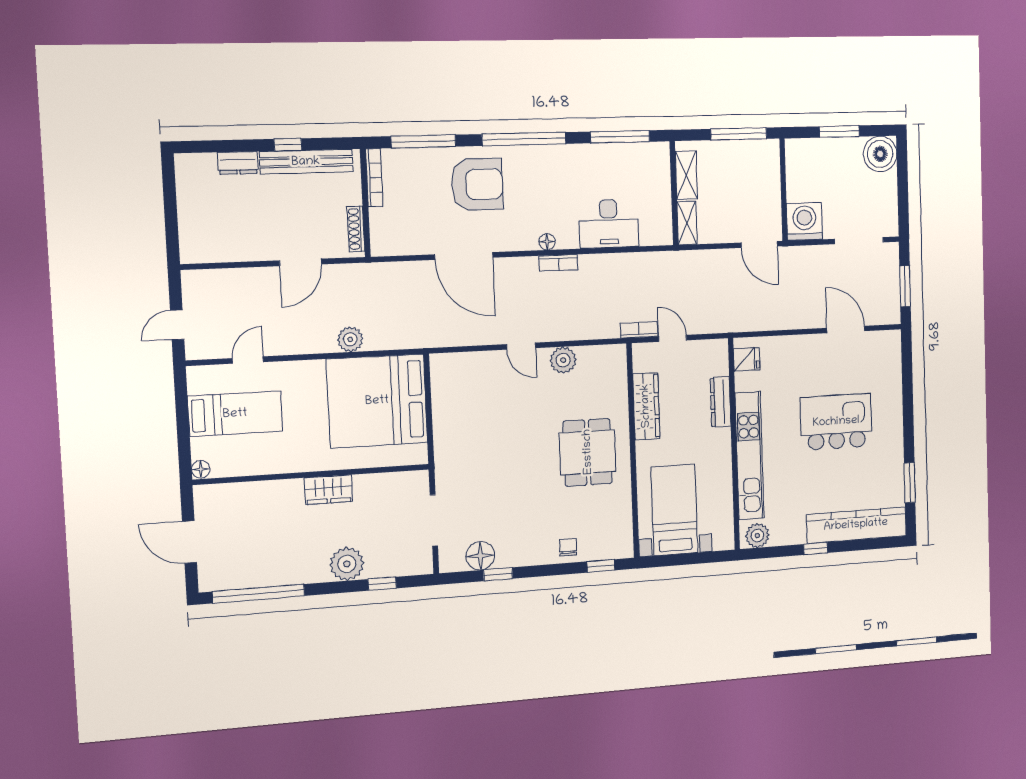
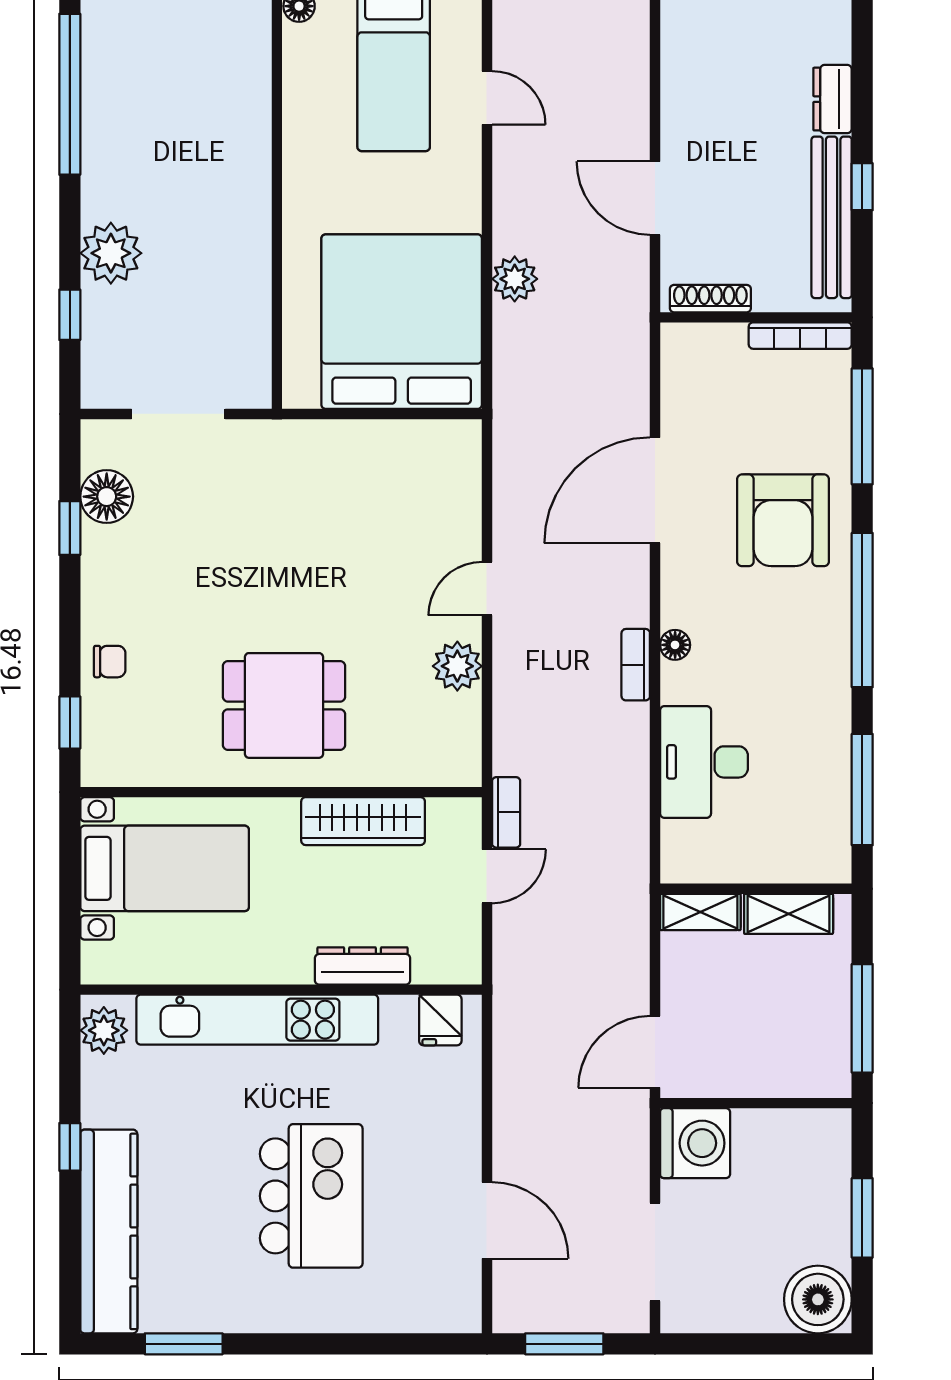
door: (846, 329) -> (487, 1220), hinge flipped
wardrobe: (328, 490) -> (248, 227), removed

